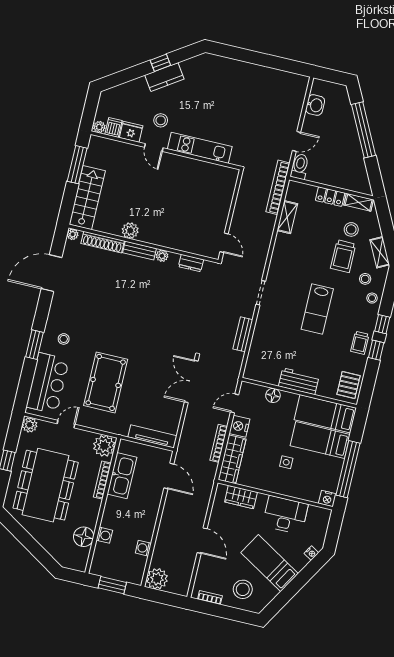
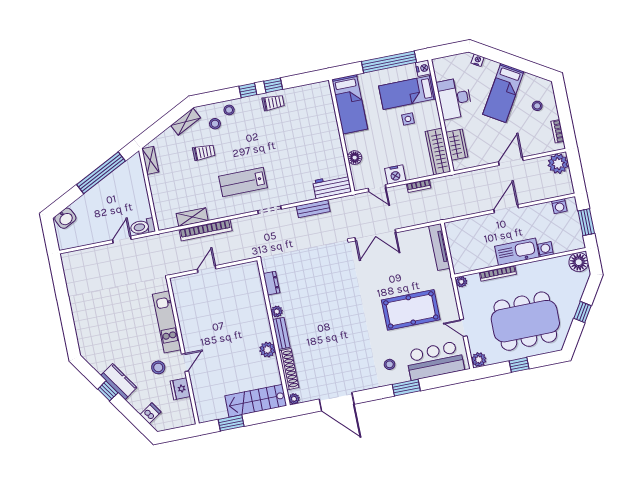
washbasin: (315, 105) -> (65, 218), moved, turned 153
plant: (99, 127) -> (189, 419), removed
dishwasher: (114, 127) -> (150, 413), moved, turned 146
window: (363, 130) -> (101, 173), moved
door: (297, 141) -> (122, 240), hinge flipped
window: (77, 165) -> (231, 423), width x0.69
bookcase: (278, 187) -> (206, 230), moved
locker: (330, 197) -> (157, 188), removed
stool: (351, 229) -> (177, 156), removed
door: (224, 243) -> (207, 269), moved
trolley: (343, 256) -> (204, 152), width x0.73, depth x0.72
lab bench: (317, 309) -> (243, 182), moved, turned 180
workbench: (299, 381) -> (332, 186), moved, turned 90
pallet: (349, 385) -> (315, 95), removed
bed: (320, 440) -> (407, 92), moved, turned 90
bookcase: (219, 443) -> (419, 186), width x0.64
plant: (104, 446) -> (461, 282), width x0.53, depth x0.53
wardrobe: (232, 459) -> (438, 152), moved, turned -90
kitchen sink: (122, 476) -> (517, 252), moved
door: (169, 476) -> (506, 209), moved
floor lamp: (84, 537) -> (579, 262), moved
window: (29, 543) -> (583, 312), added
washing machine: (143, 548) -> (559, 206), moved
plant: (157, 579) -> (558, 164), moved
stool: (243, 589) -> (537, 106), width x0.53, depth x0.53

